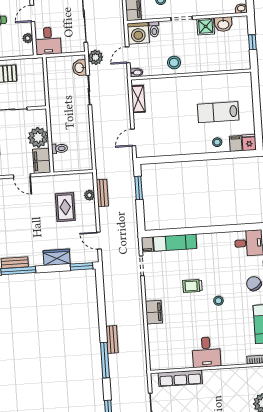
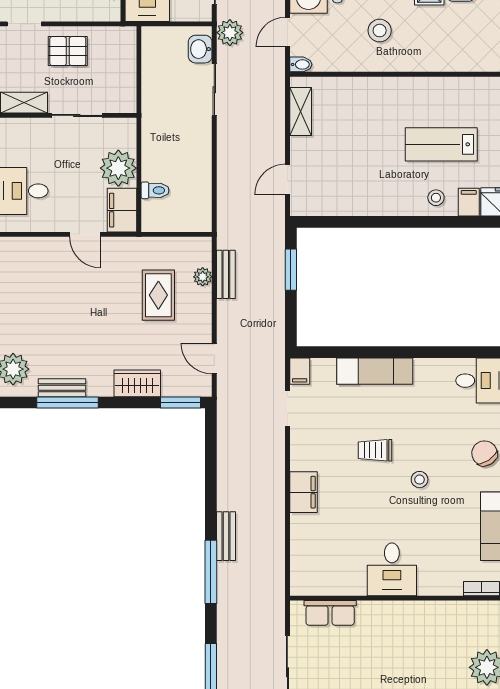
stool: (174, 63) -> (380, 31), moved
exam couch: (175, 243) -> (375, 371), moved
row of seats: (180, 378) -> (330, 613), width x0.68

